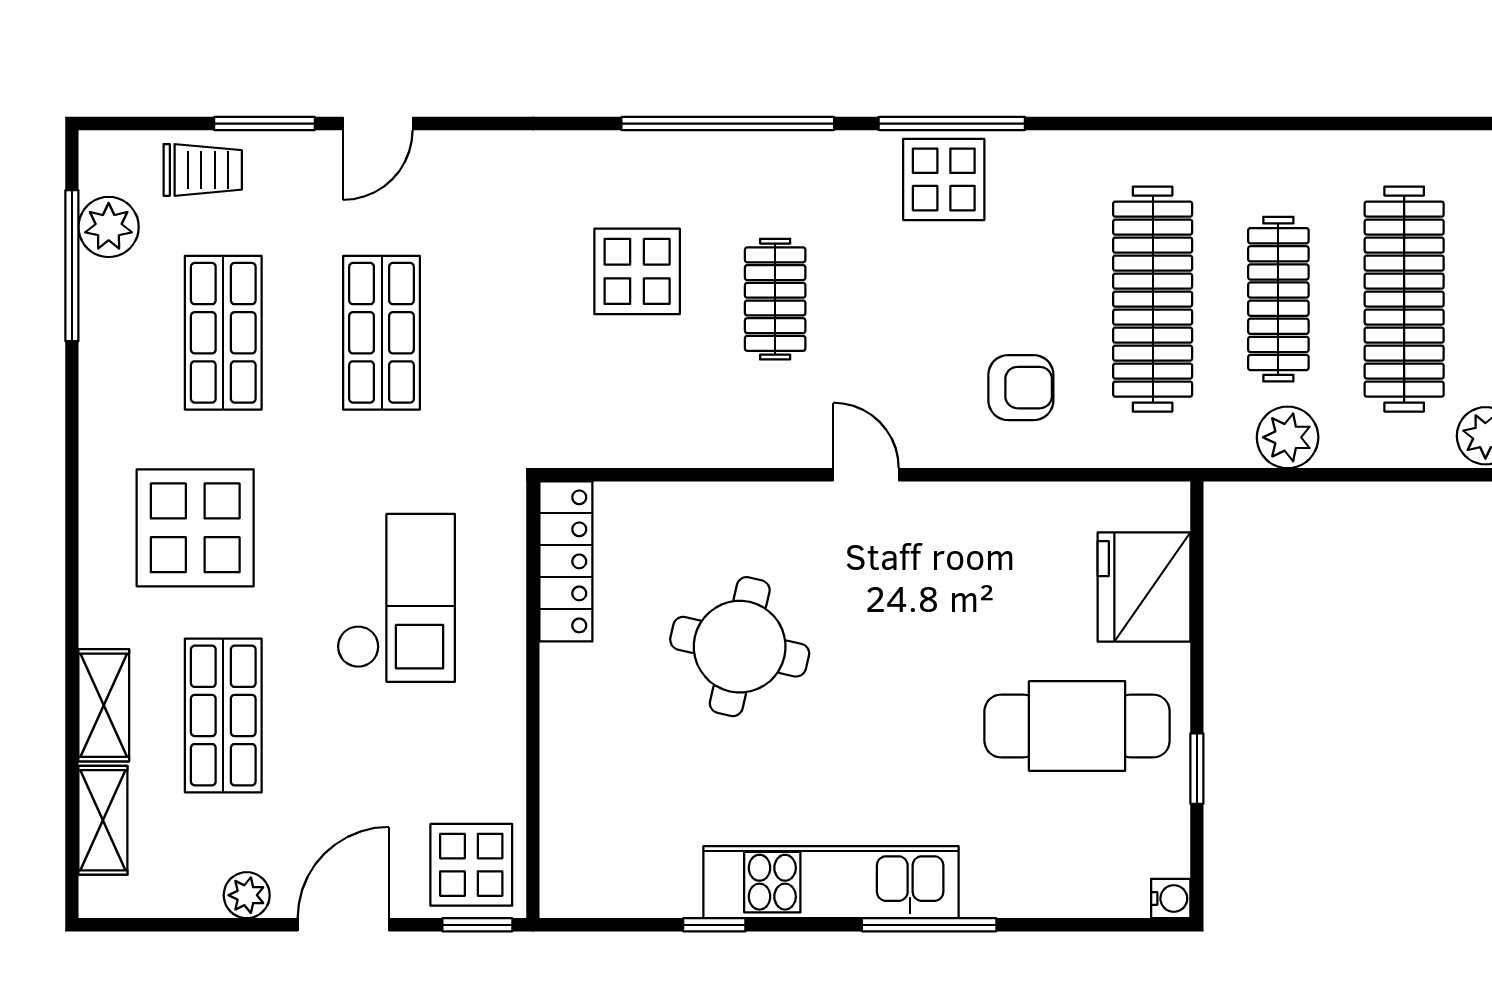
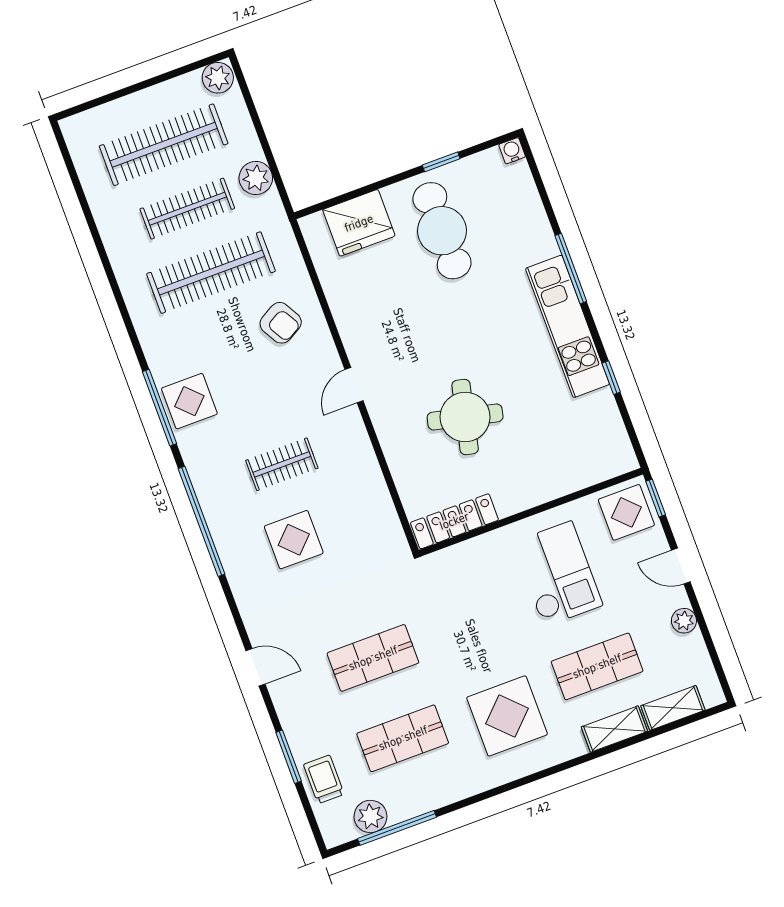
door: (378, 124) -> (256, 667), moved
armchair: (1021, 388) -> (281, 323), turned 150
checkout: (396, 598) -> (558, 574), moved, turned 90
door: (343, 925) -> (681, 566), width x0.73

